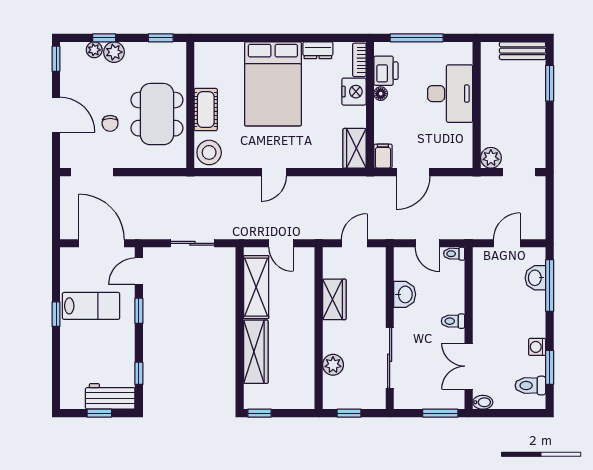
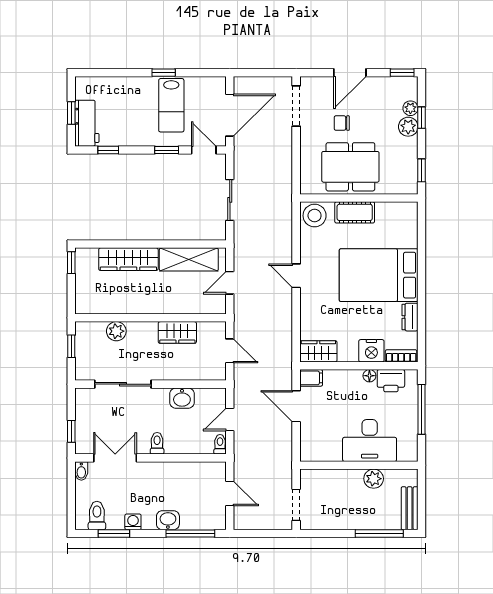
window: (550, 83) -> (379, 534), width x1.44
plant: (491, 158) -> (374, 479), moved
washbasin: (535, 278) -> (168, 520), moved
window: (440, 413) -> (71, 431), width x0.67

